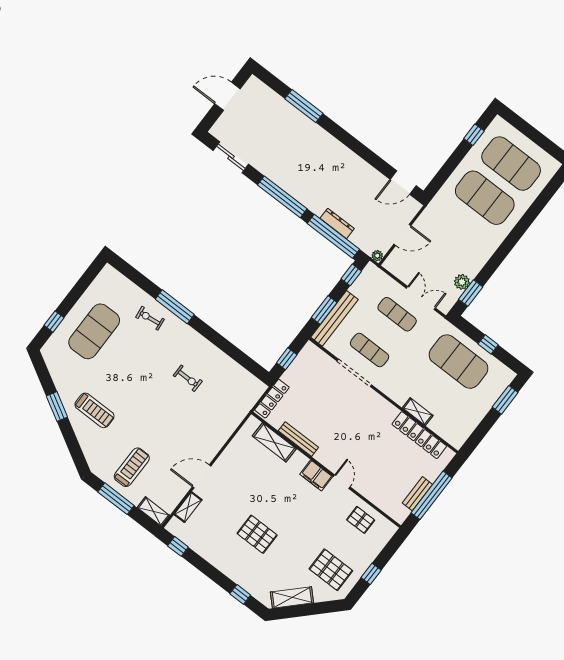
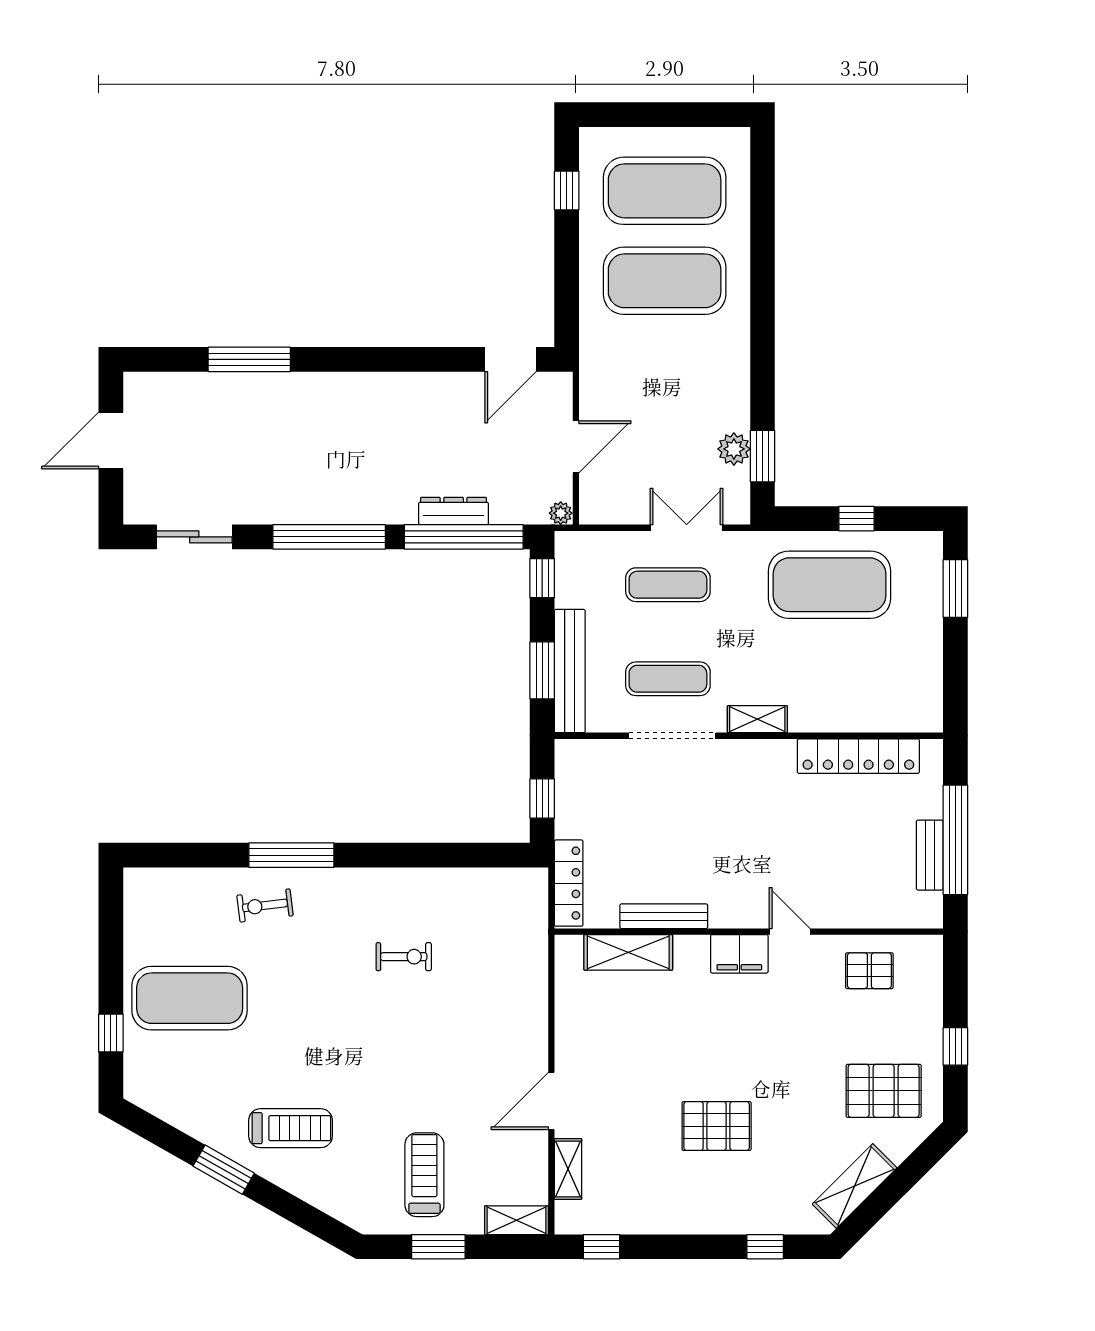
exercise mat: (94, 331) -> (190, 998), turned 90
shelving: (418, 412) -> (757, 719), moved
window: (116, 499) -> (438, 1247), width x0.69

